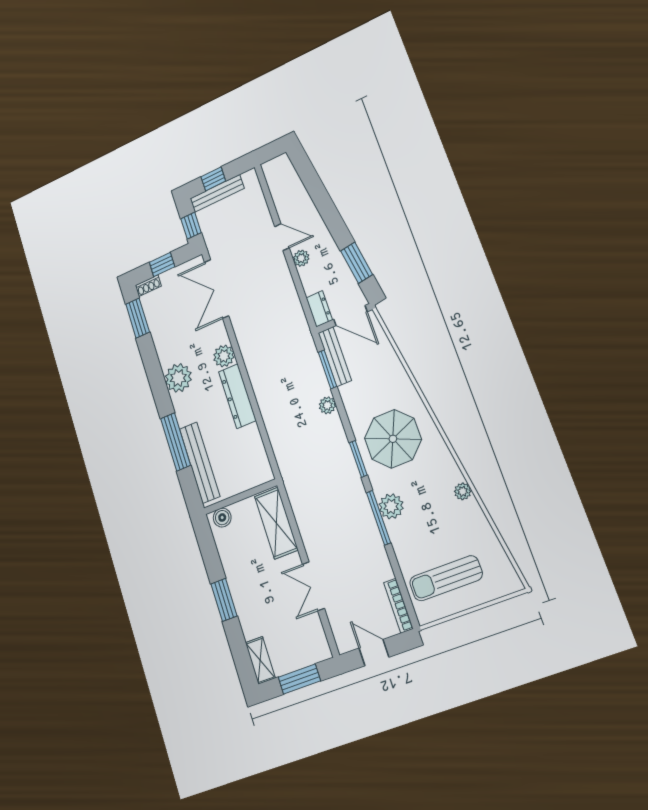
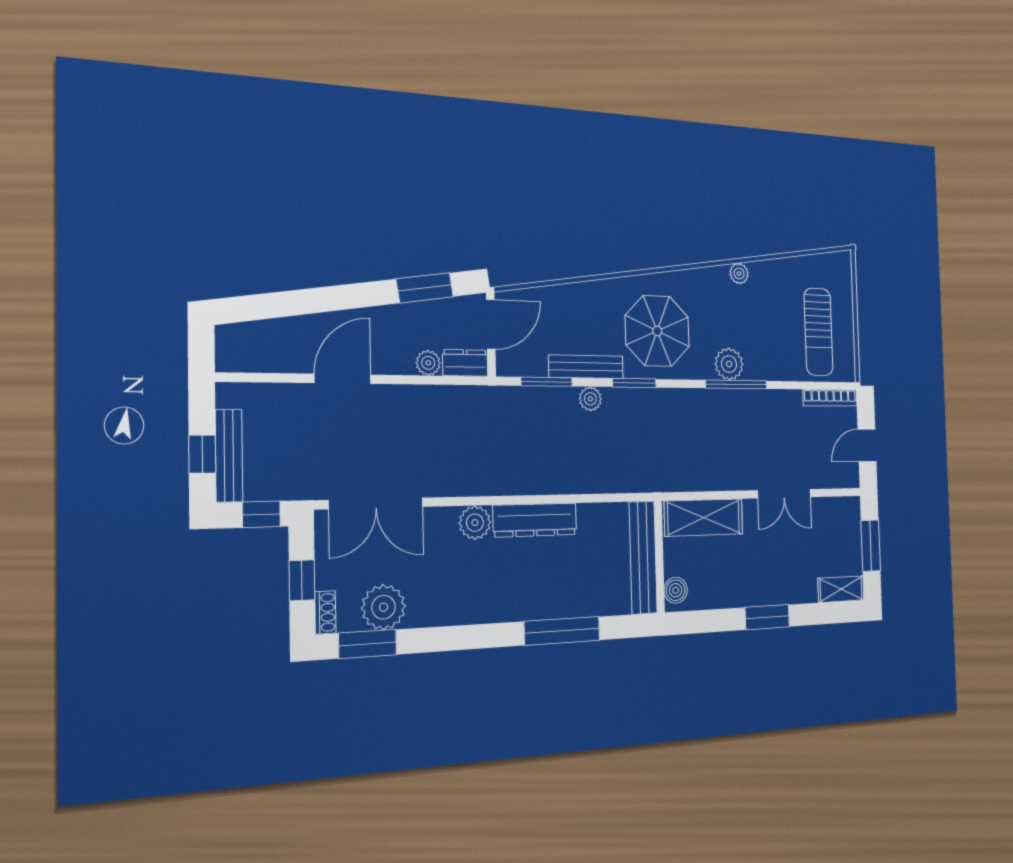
door: (282, 237) -> (343, 379), width x1.38
plant: (301, 258) -> (428, 363), moved
bench: (335, 357) -> (586, 367), moved
plant: (178, 378) -> (384, 607), moved
window: (358, 459) -> (634, 383), moved
bench: (200, 463) -> (643, 558), moved, turned 90

